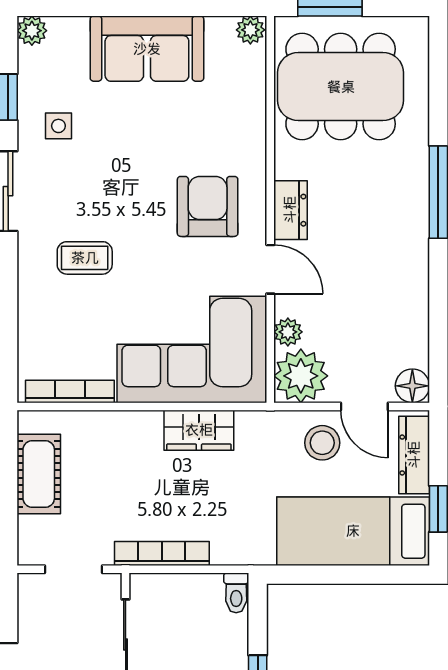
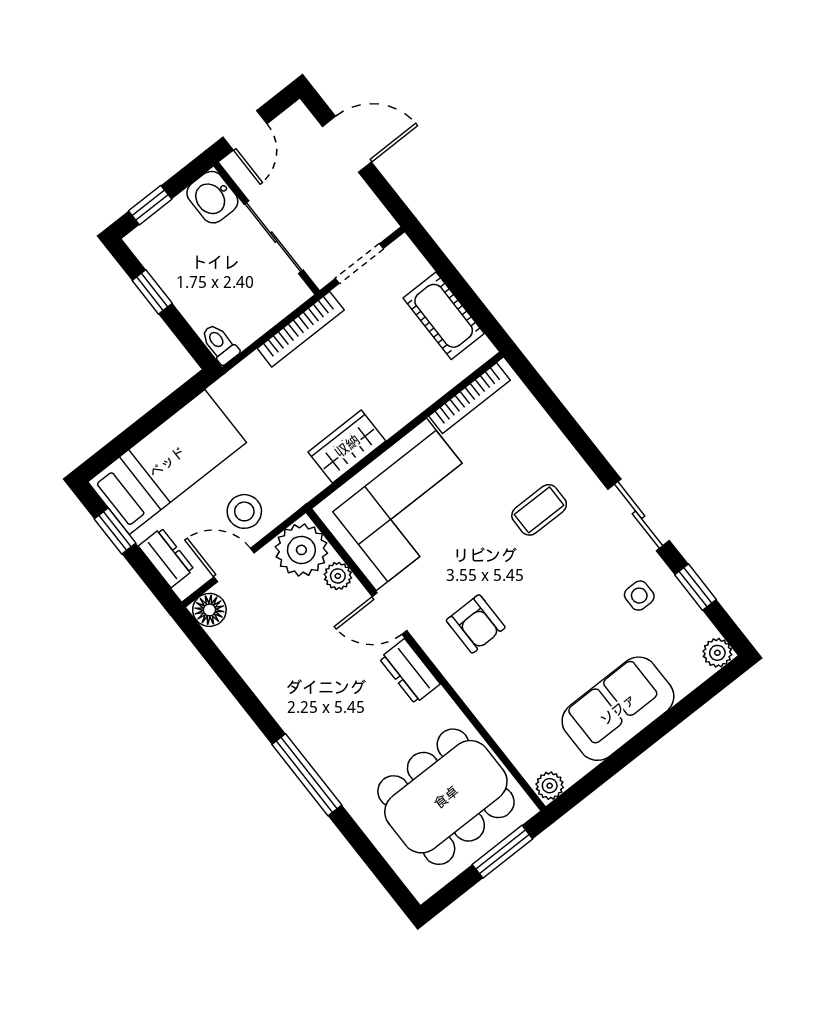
armchair: (208, 206) -> (476, 624), width x0.72, depth x0.72
dresser: (414, 455) -> (166, 558), width x0.70

